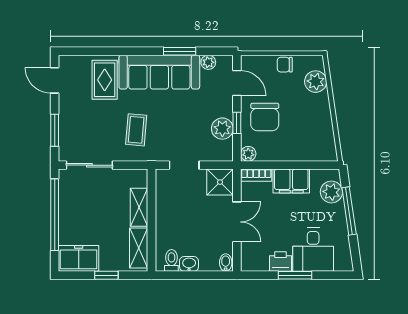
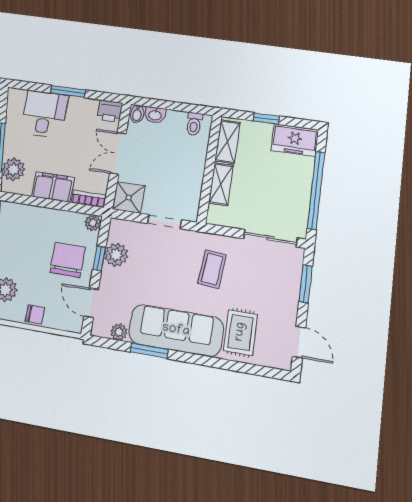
printer: (280, 262) -> (110, 111), moved
washbasin: (189, 264) -> (155, 115), moved

